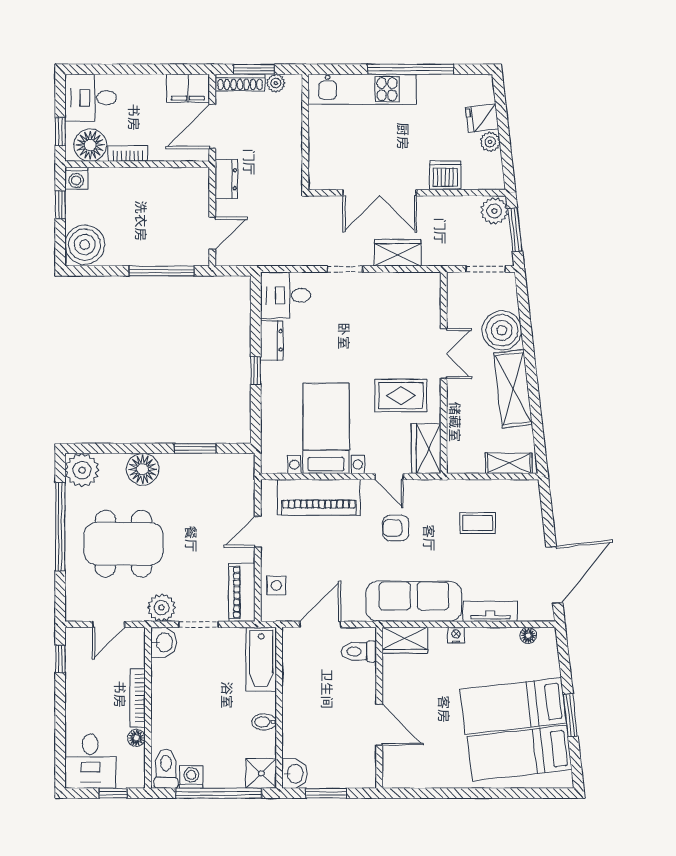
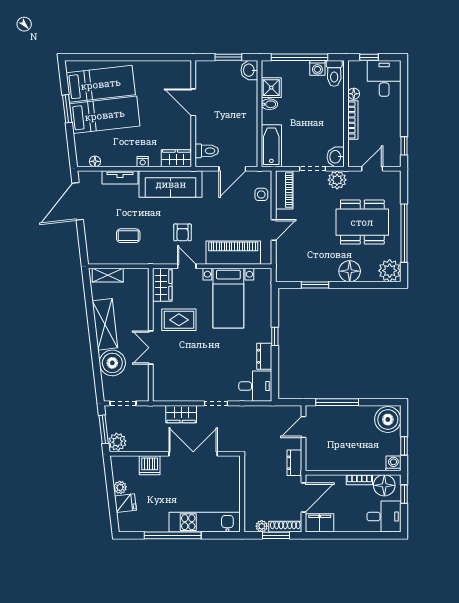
armchair: (396, 528) -> (183, 232), turned 90
shower: (261, 773) -> (271, 88), moved

